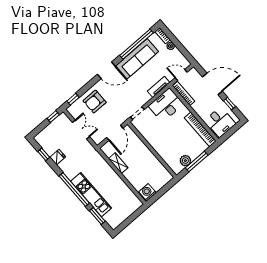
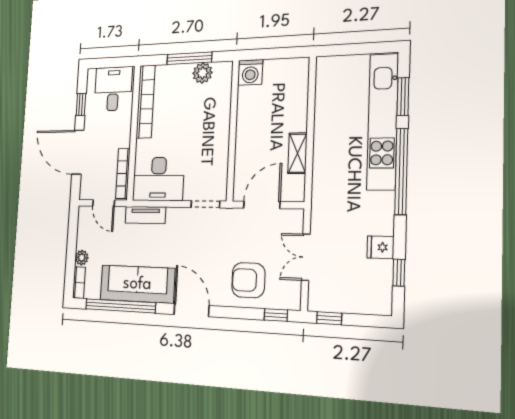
armchair: (95, 102) -> (248, 280), turned 180
washing machine: (148, 192) -> (250, 72), moved
kitchen unit: (91, 195) -> (383, 122), width x1.36

